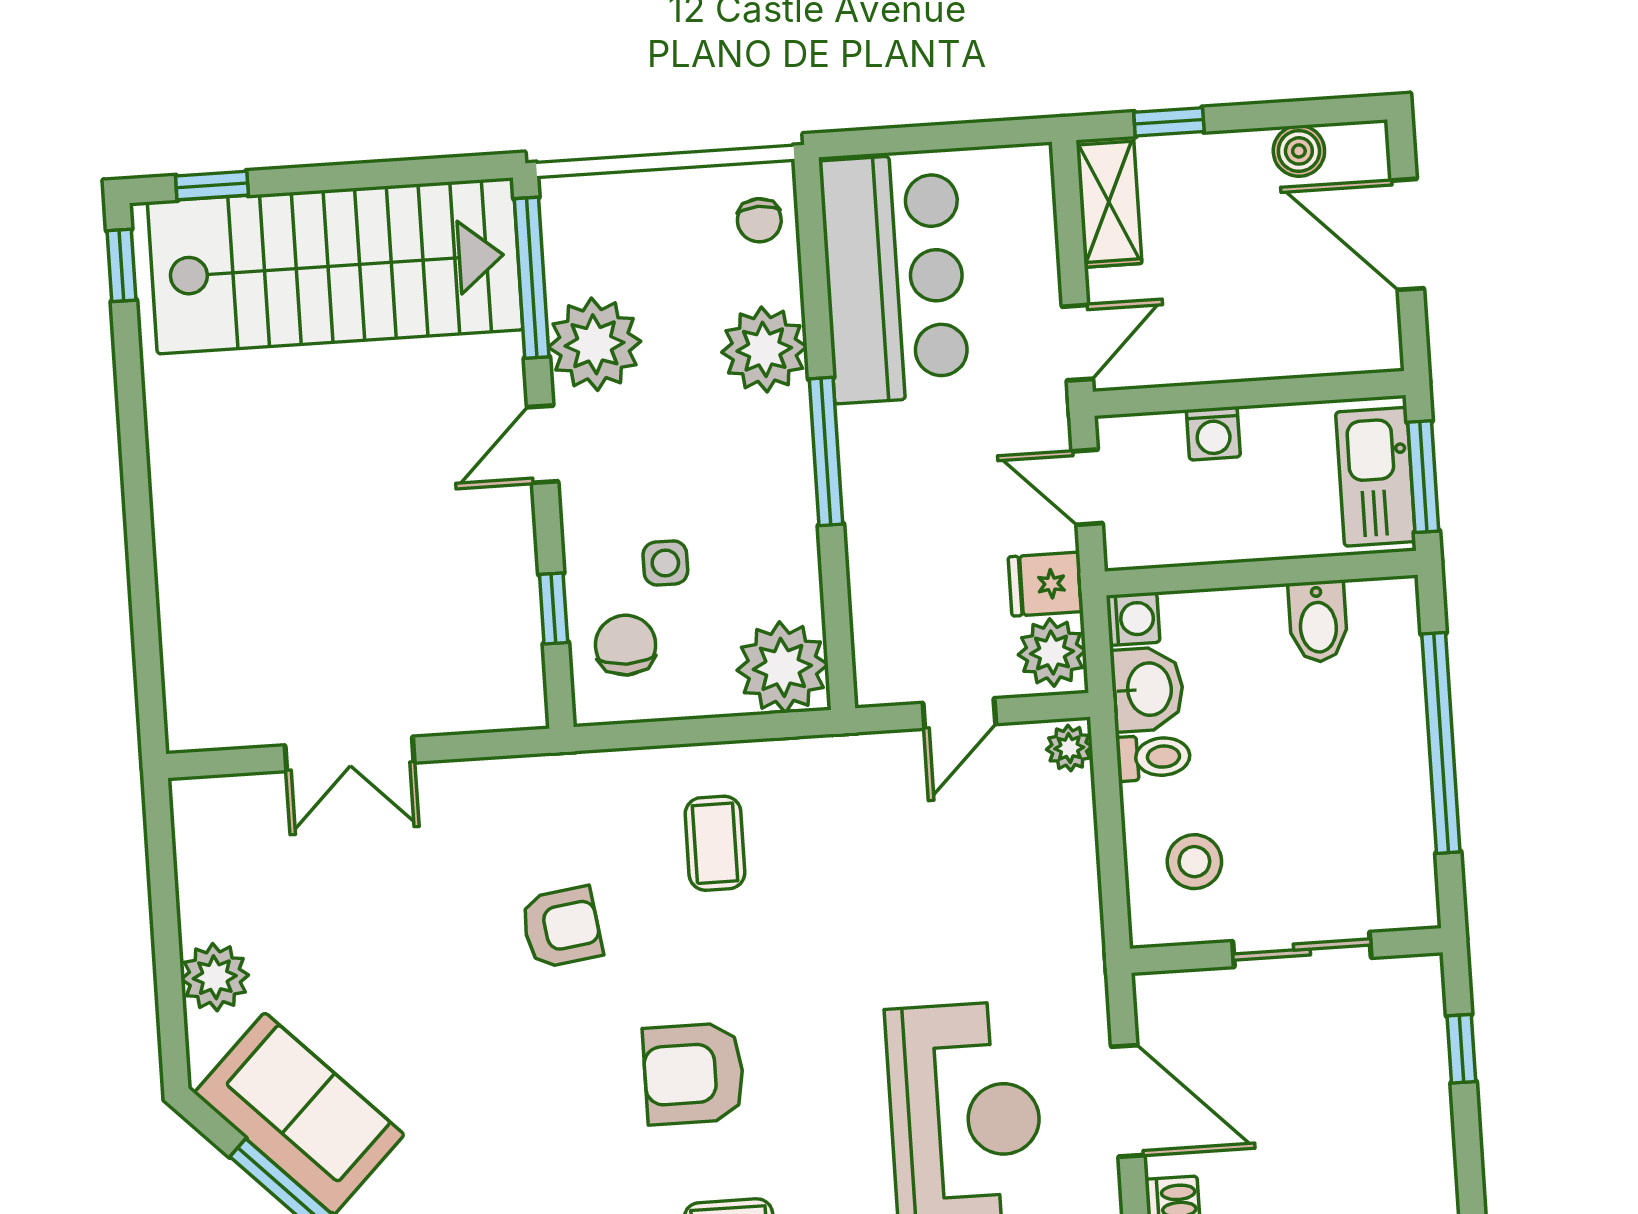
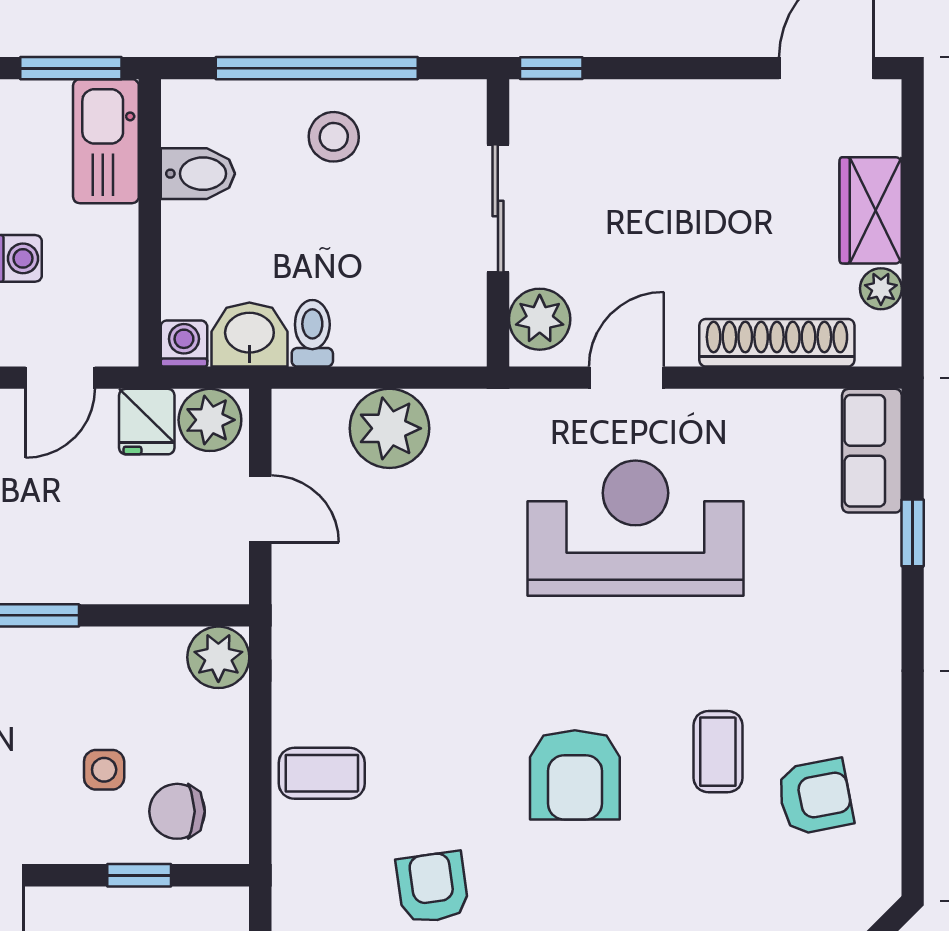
kitchen sink: (1376, 477) -> (106, 141), moved, turned 90
plant: (782, 667) -> (218, 657), width x0.73, depth x0.73
plant: (1069, 748) -> (389, 428), moved, width x1.87, depth x1.87
coffee table: (715, 843) -> (322, 773), moved
stool: (1194, 862) -> (334, 137), moved
plant: (1185, 1003) -> (540, 319), added
window: (1461, 1049) -> (551, 68), moved
door: (1128, 1101) -> (626, 378), width x0.73

